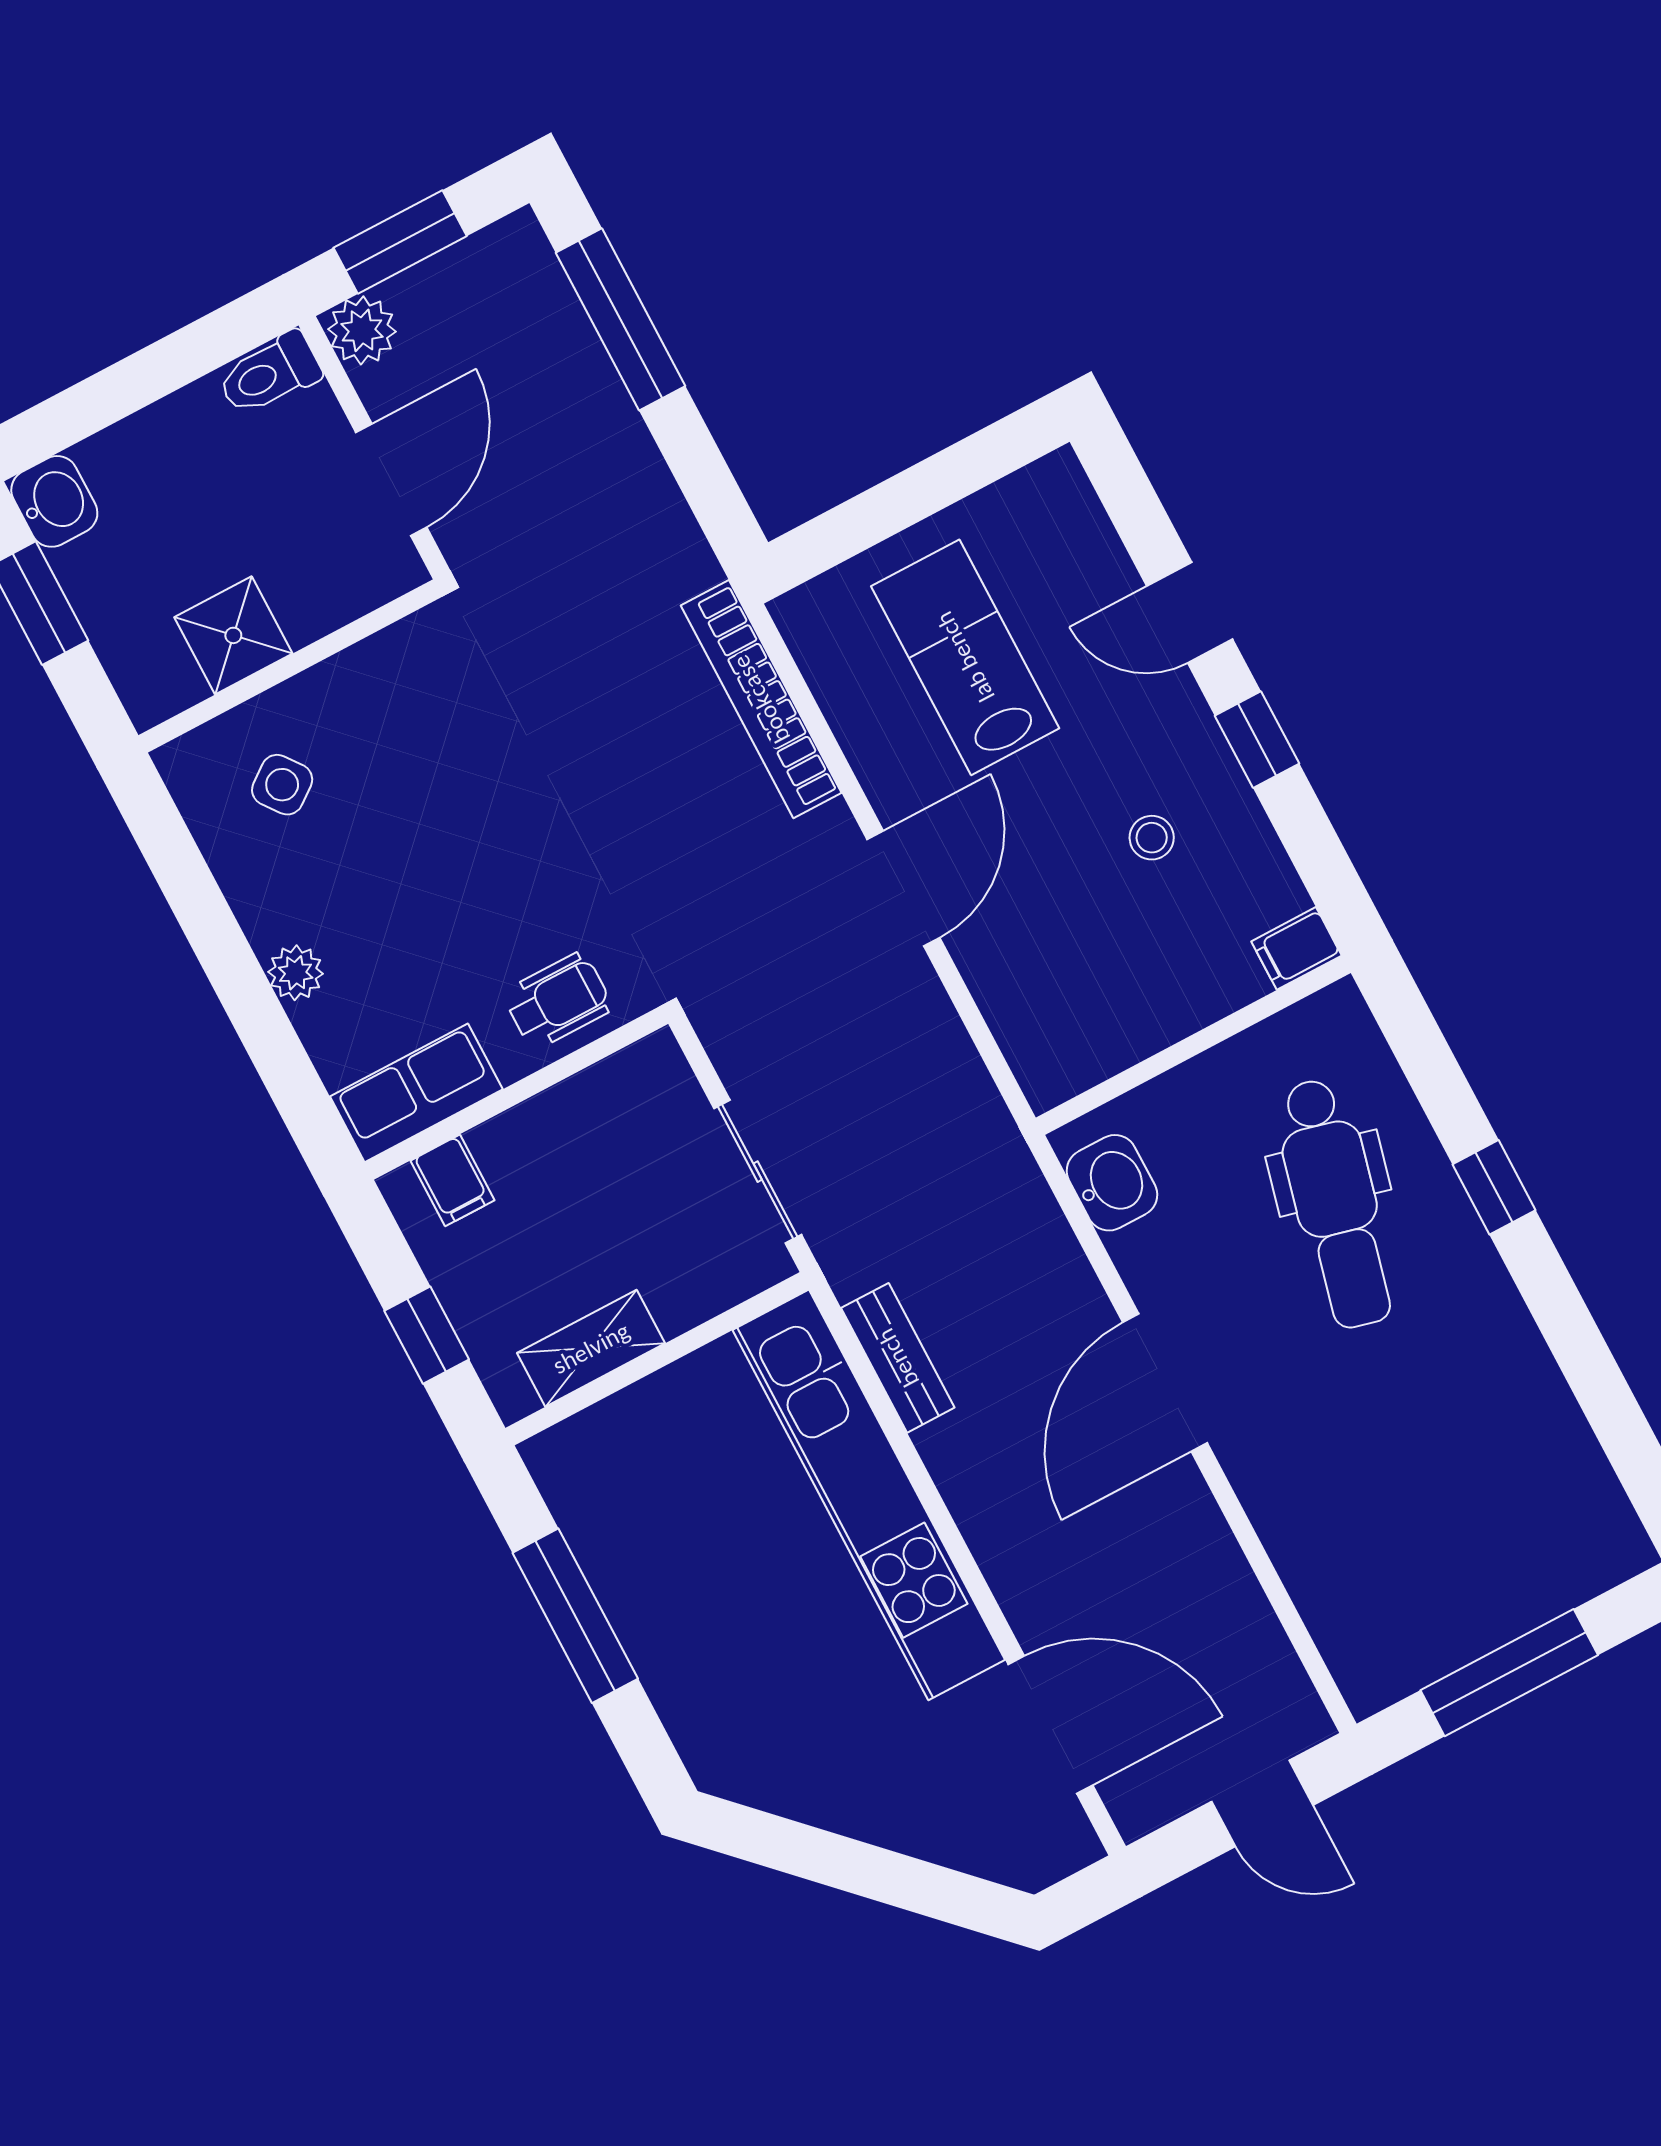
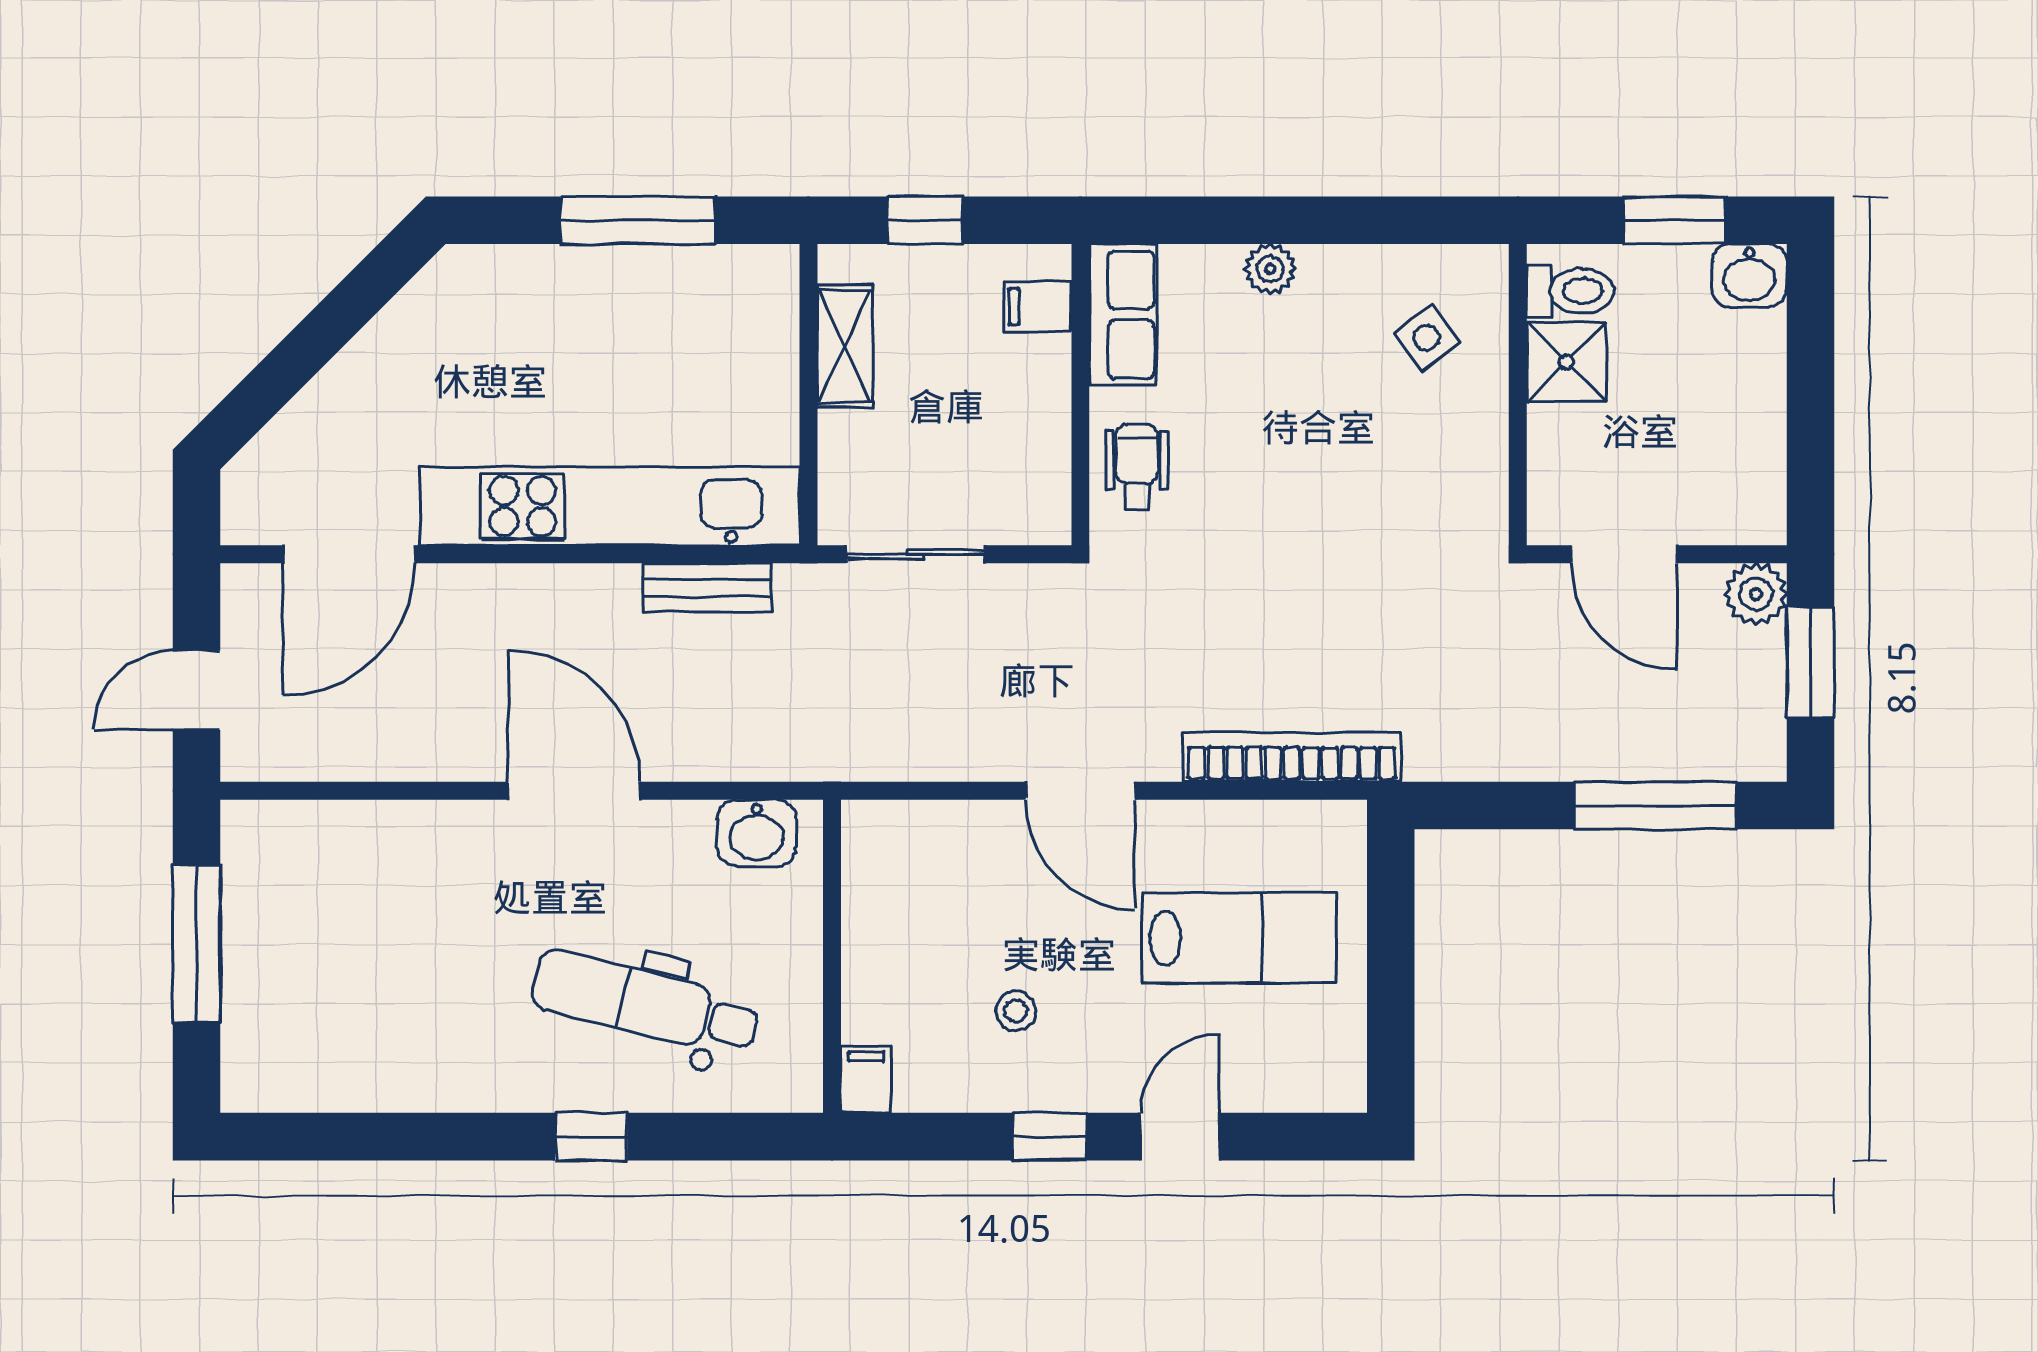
toilet: (269, 374) -> (1570, 291), moved, turned 90
wheelchair: (558, 1001) -> (1137, 467), turned 180

